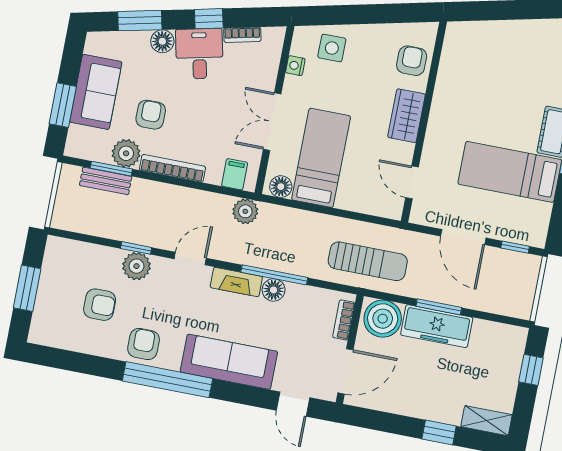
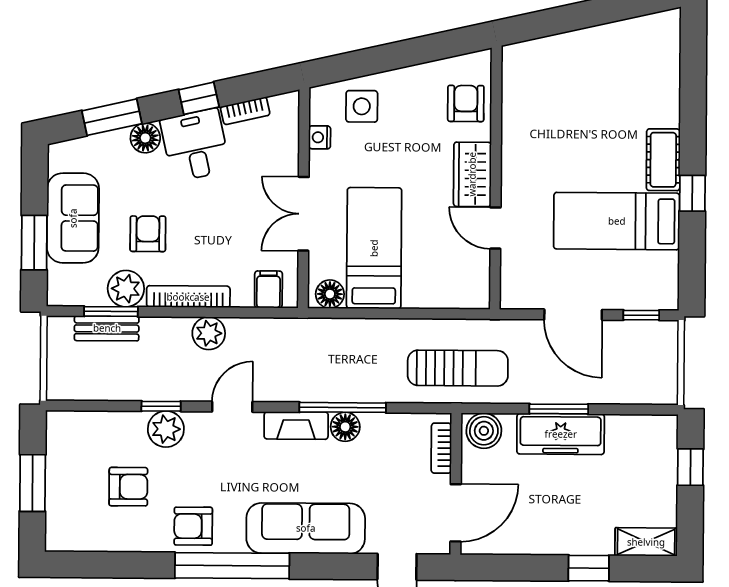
door: (412, 182) -> (495, 228), moved
plant: (245, 211) -> (209, 333), moved
boiler: (383, 319) -> (484, 431), width x0.73, depth x0.73
armchair: (144, 344) -> (193, 526), turned -90

